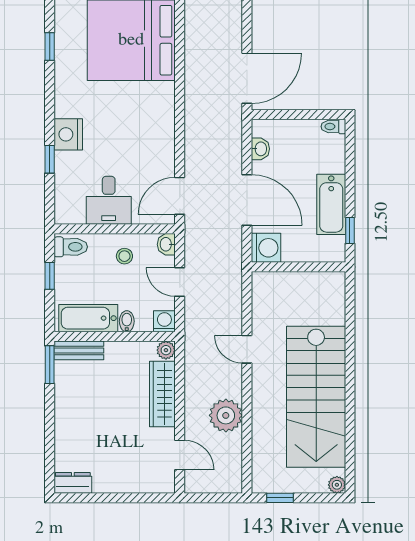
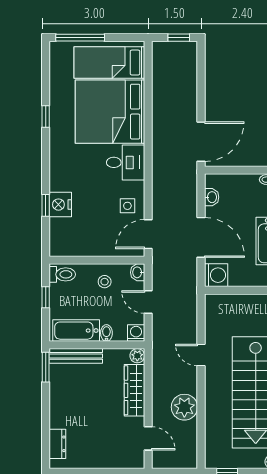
nightstand: (68, 134) -> (60, 205), moved
side table: (153, 160) -> (127, 206), added
desk: (109, 200) -> (126, 162), moved, turned -90
bench: (79, 350) -> (76, 356), width x1.36
dresser: (73, 483) -> (57, 444), moved, turned 90

